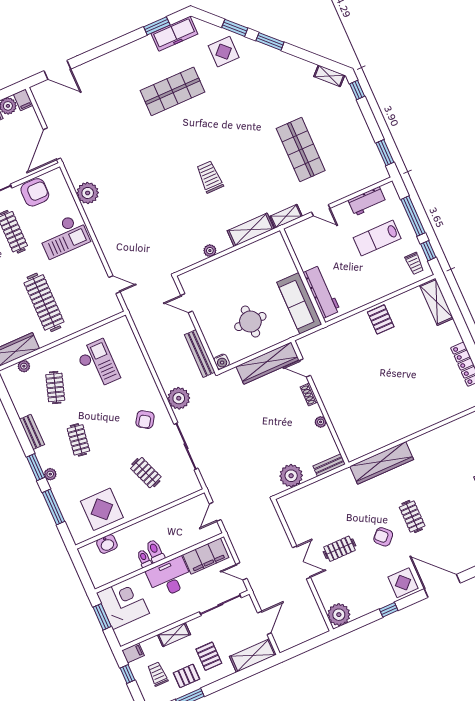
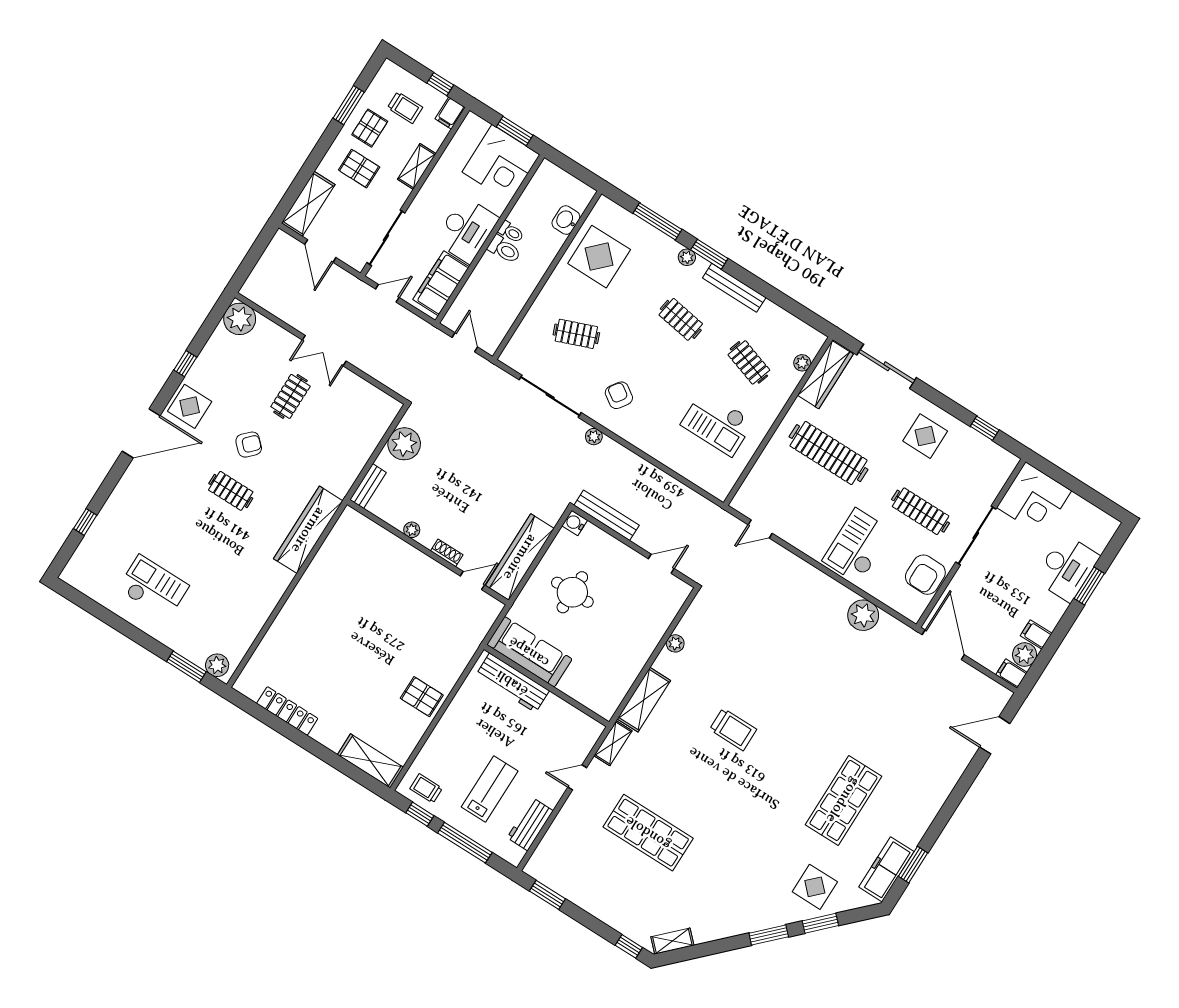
plant: (179, 398) -> (594, 437), width x0.53, depth x0.53
bench: (32, 432) -> (734, 288), width x1.36

